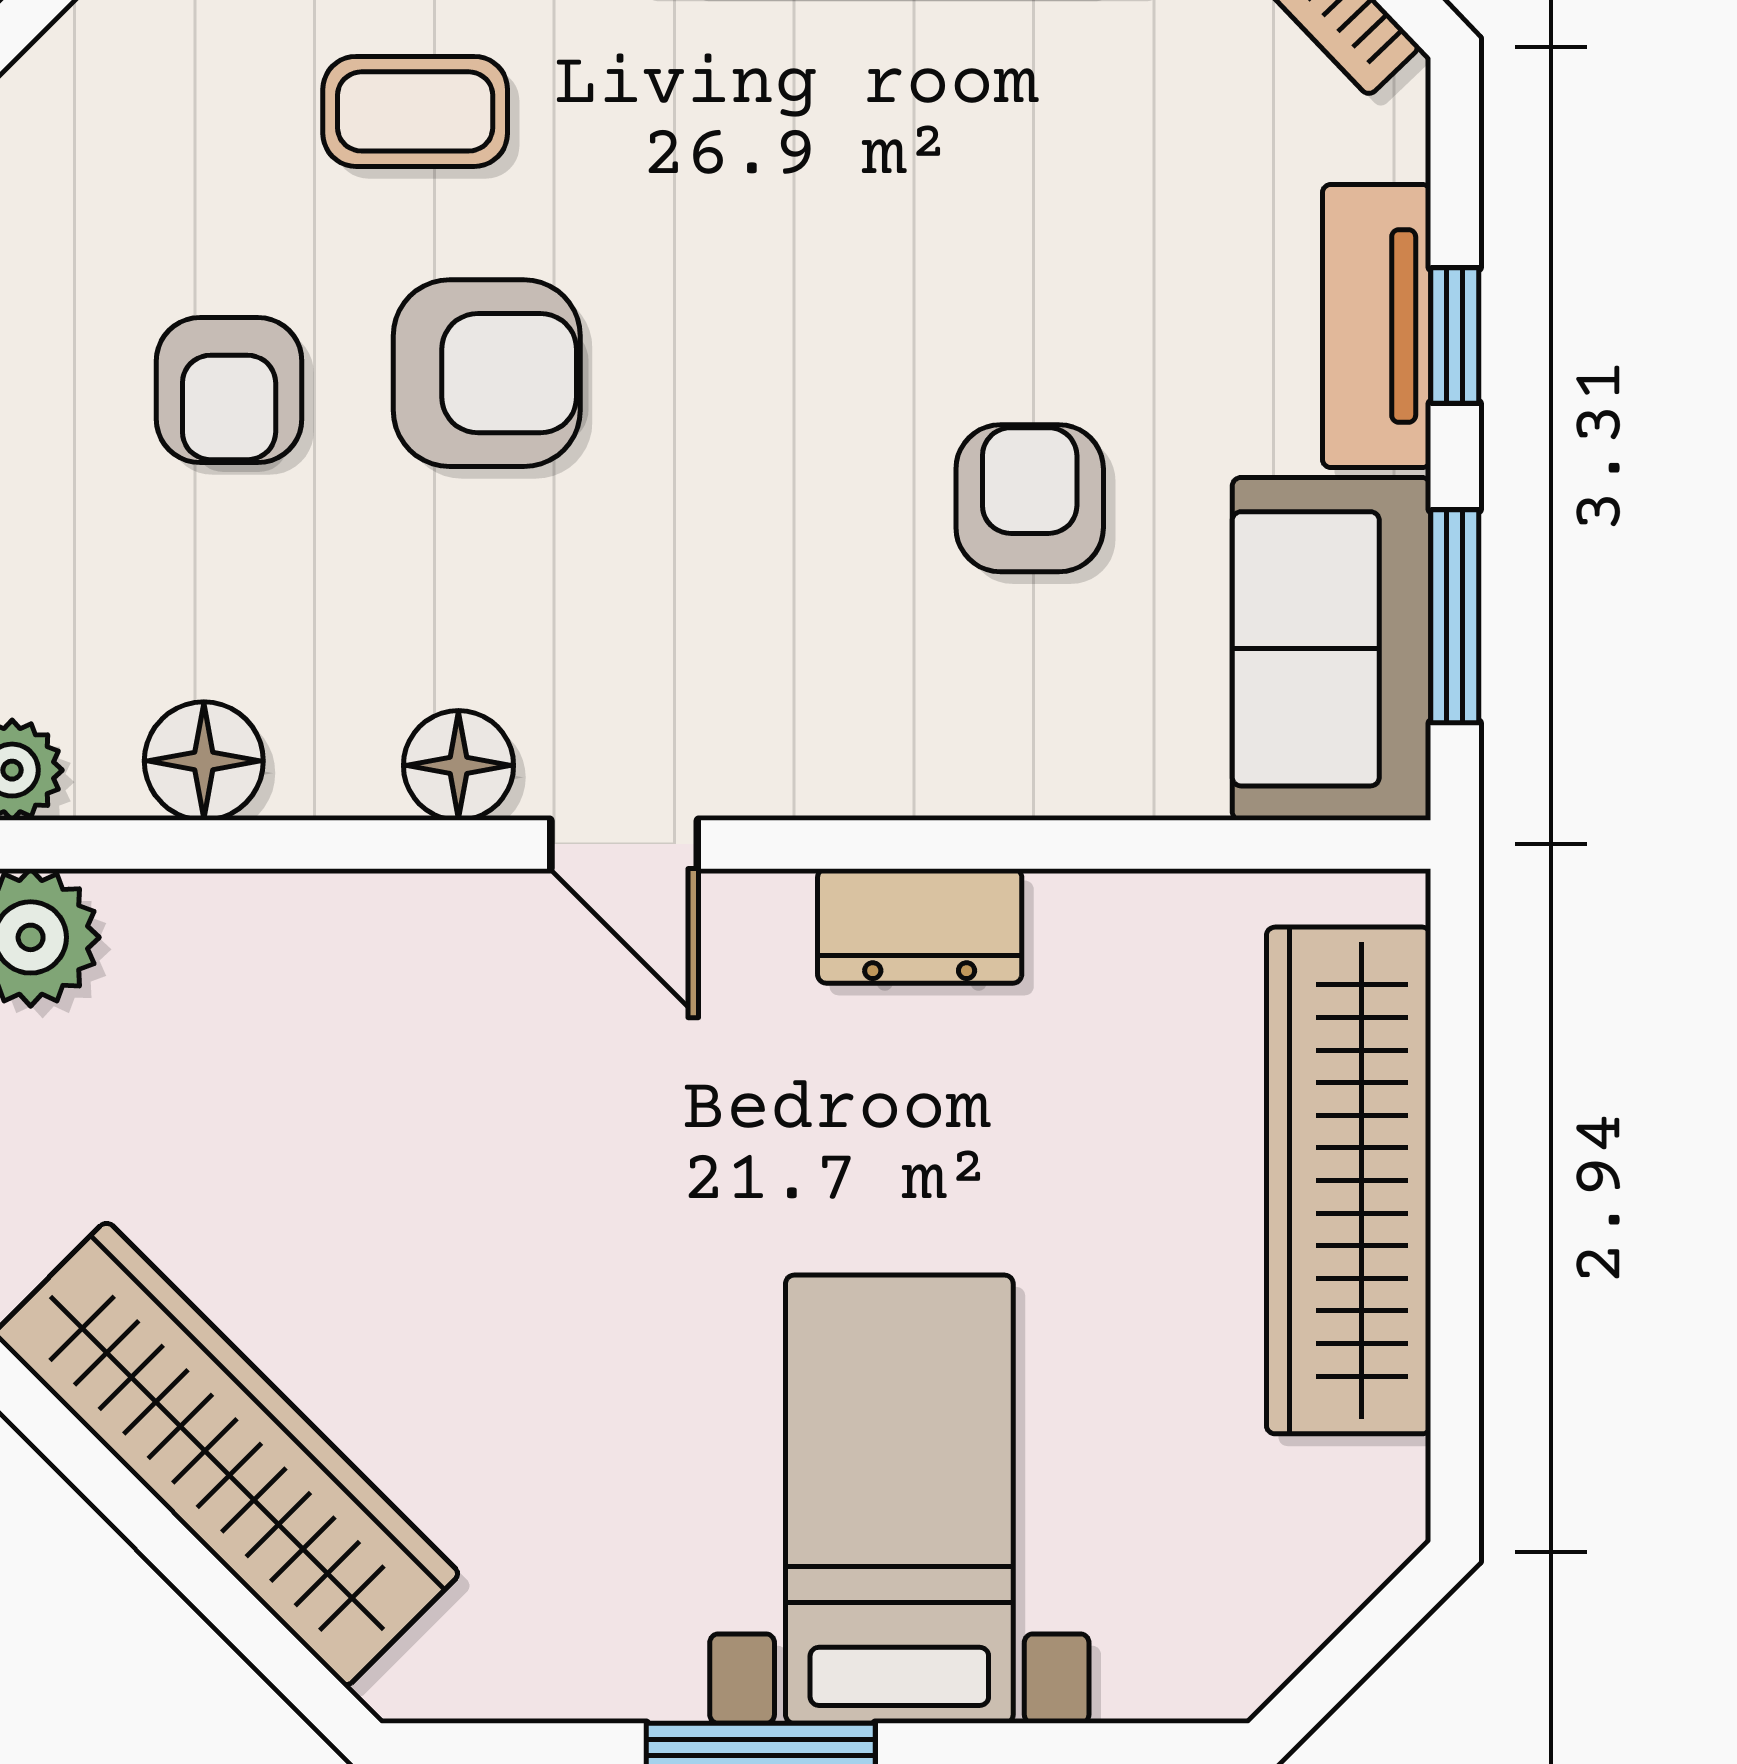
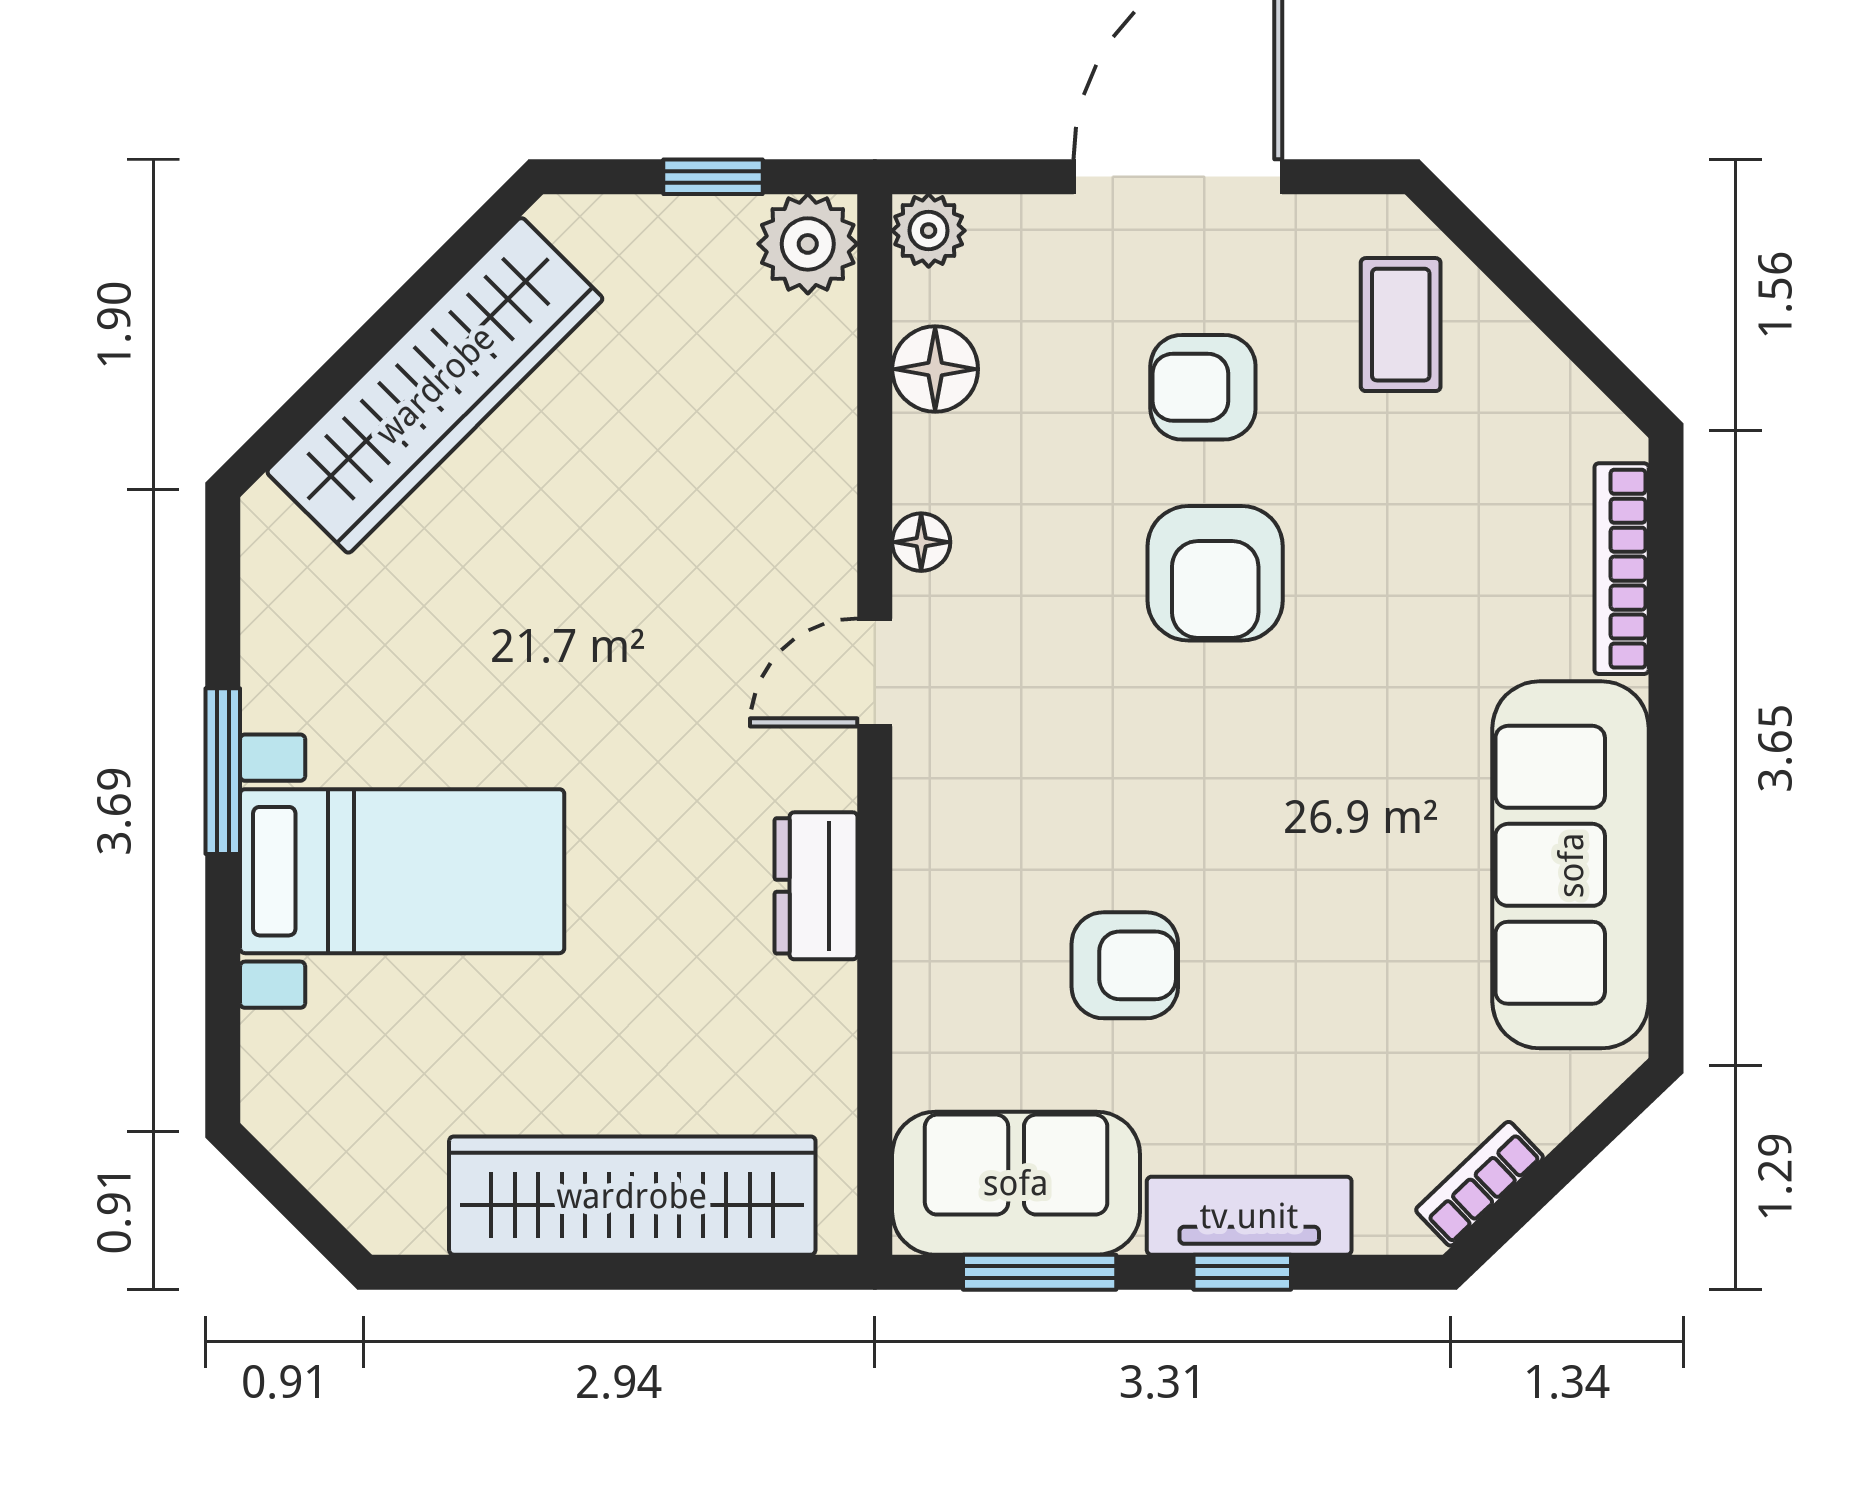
coffee table: (415, 111) -> (1401, 325), moved
floor lamp: (458, 765) -> (921, 542), width x0.73, depth x0.73

